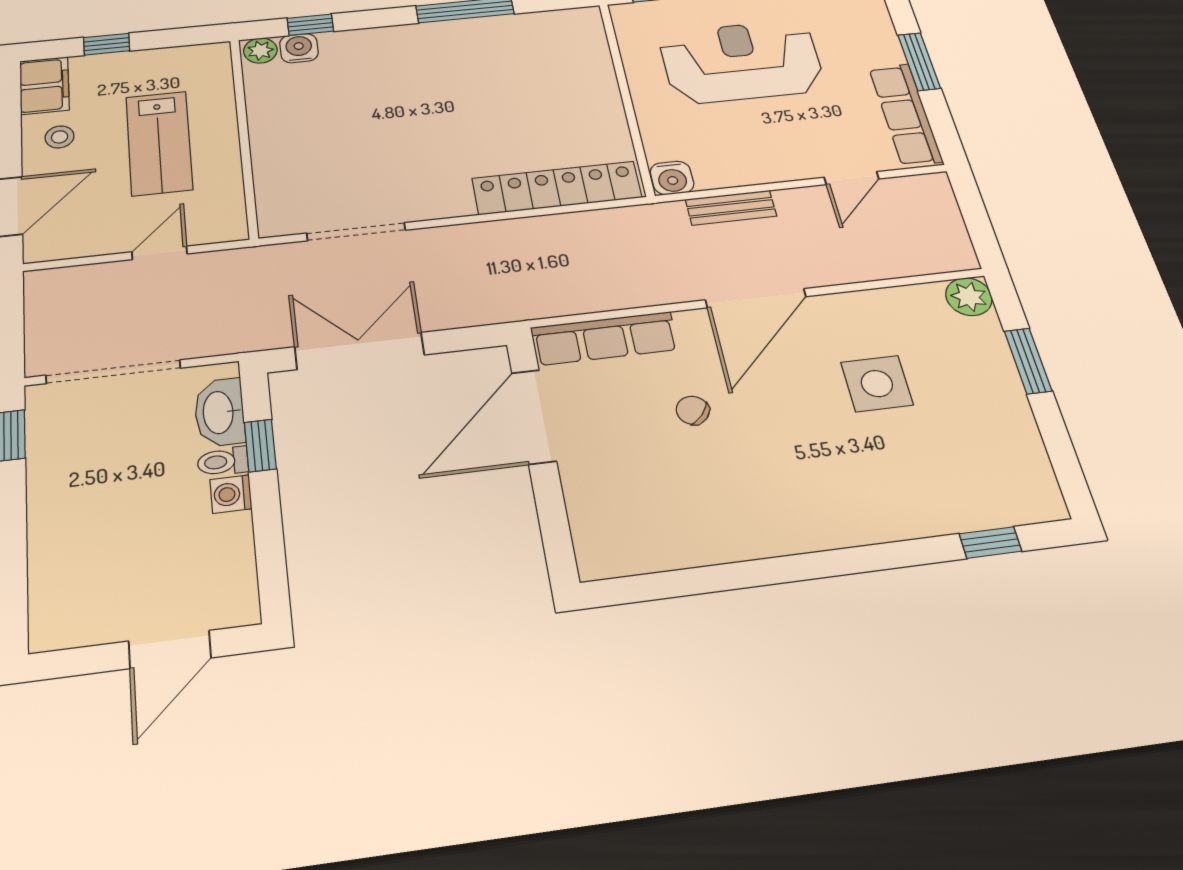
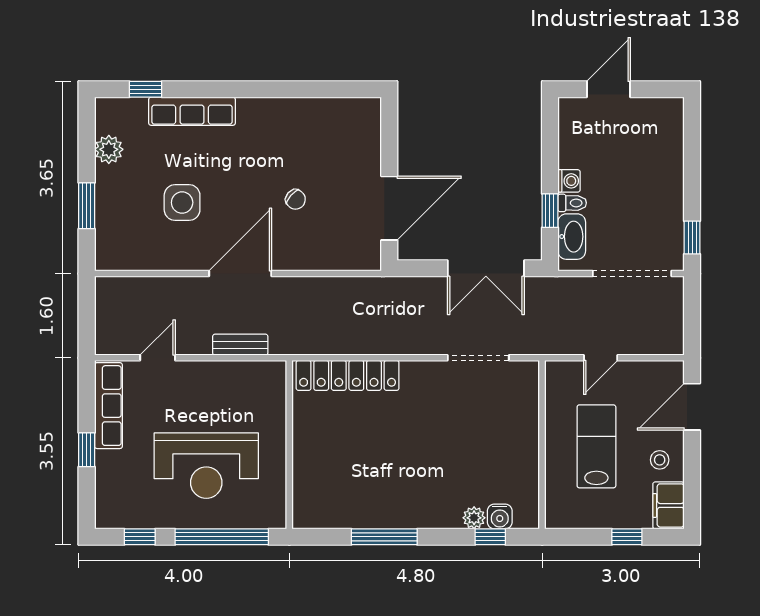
plant: (260, 51) -> (474, 518), moved
window: (919, 62) -> (87, 450), width x0.67
water cooler: (672, 178) -> (273, 374), removed
plant: (969, 297) -> (109, 149), moved
row of seats: (605, 338) -> (192, 111), moved, turned 180

